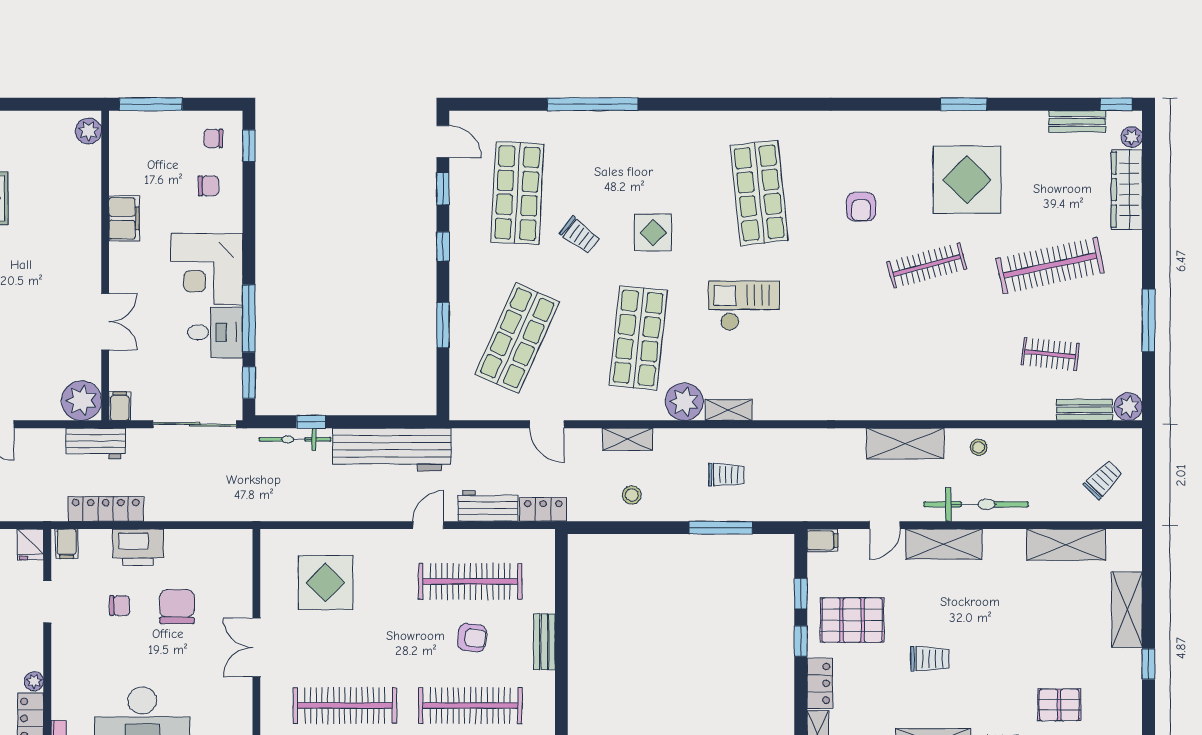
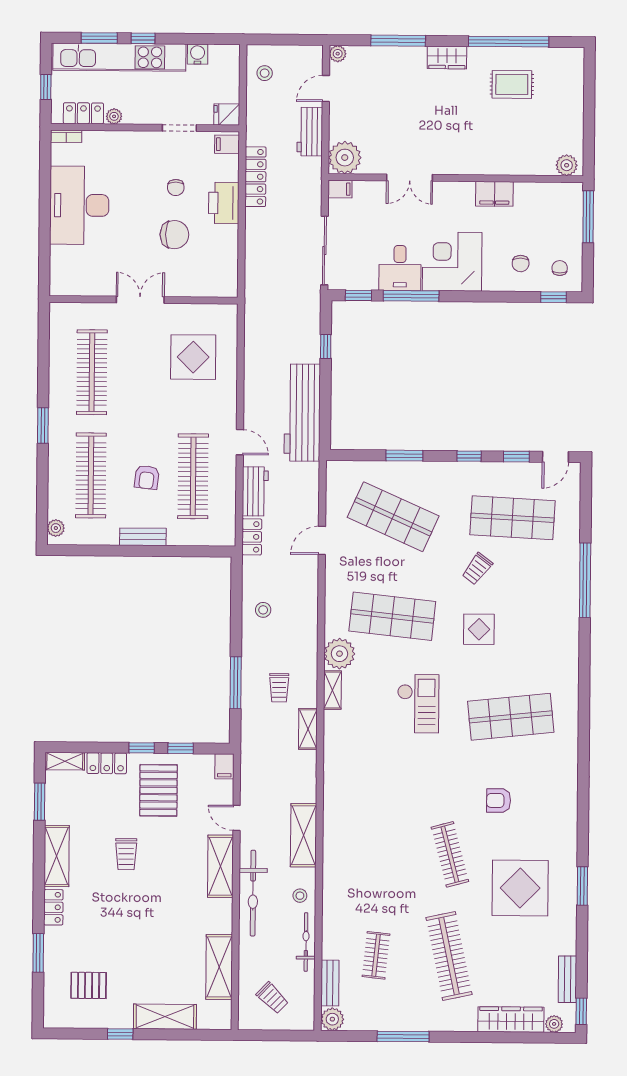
bicycle: (295, 439) -> (306, 942), moved
shelving: (628, 439) -> (308, 729), moved
workbench: (96, 443) -> (310, 132), moved
pallet: (1059, 705) -> (89, 985), moved, turned 90

